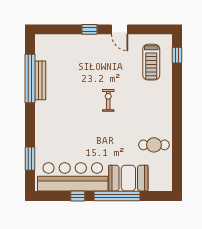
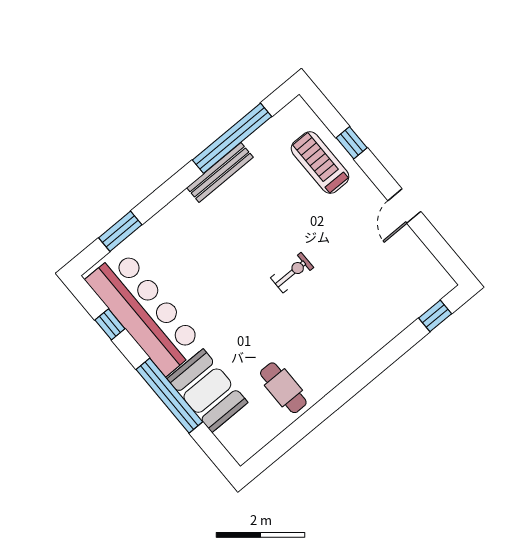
window: (90, 29) -> (352, 143), moved
treadmill: (151, 62) -> (320, 163), moved, turned 90
bench: (40, 80) -> (220, 173), moved
window: (78, 196) -> (110, 324), moved

